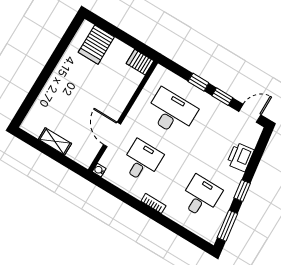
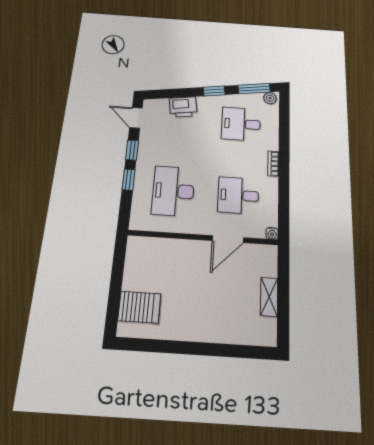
server rack: (140, 62) -> (136, 249), removed
plant: (212, 234) -> (270, 98), added

